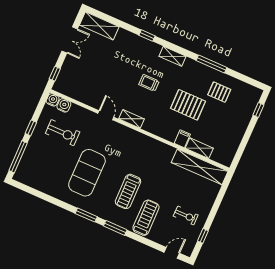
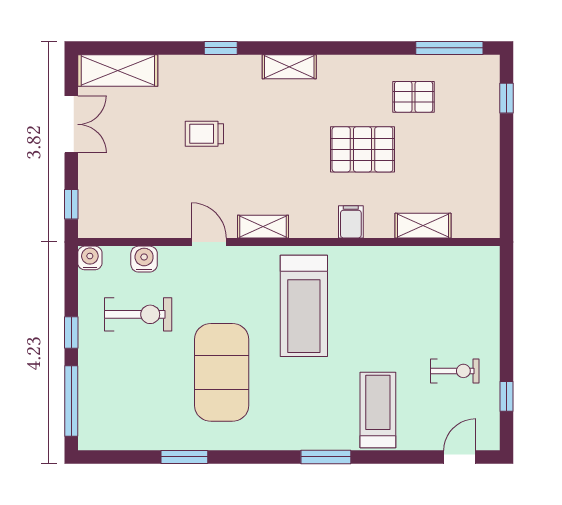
window: (212, 64) -> (449, 48), moved
trolley: (149, 83) -> (204, 134), moved
water cooler: (64, 105) -> (144, 259), moved
filing cabinet: (182, 139) -> (351, 222), moved
shelving: (200, 167) -> (440, 262), removed
treadmill: (128, 191) -> (304, 306), moved, width x1.37, depth x1.38
window: (86, 215) -> (184, 457), moved

